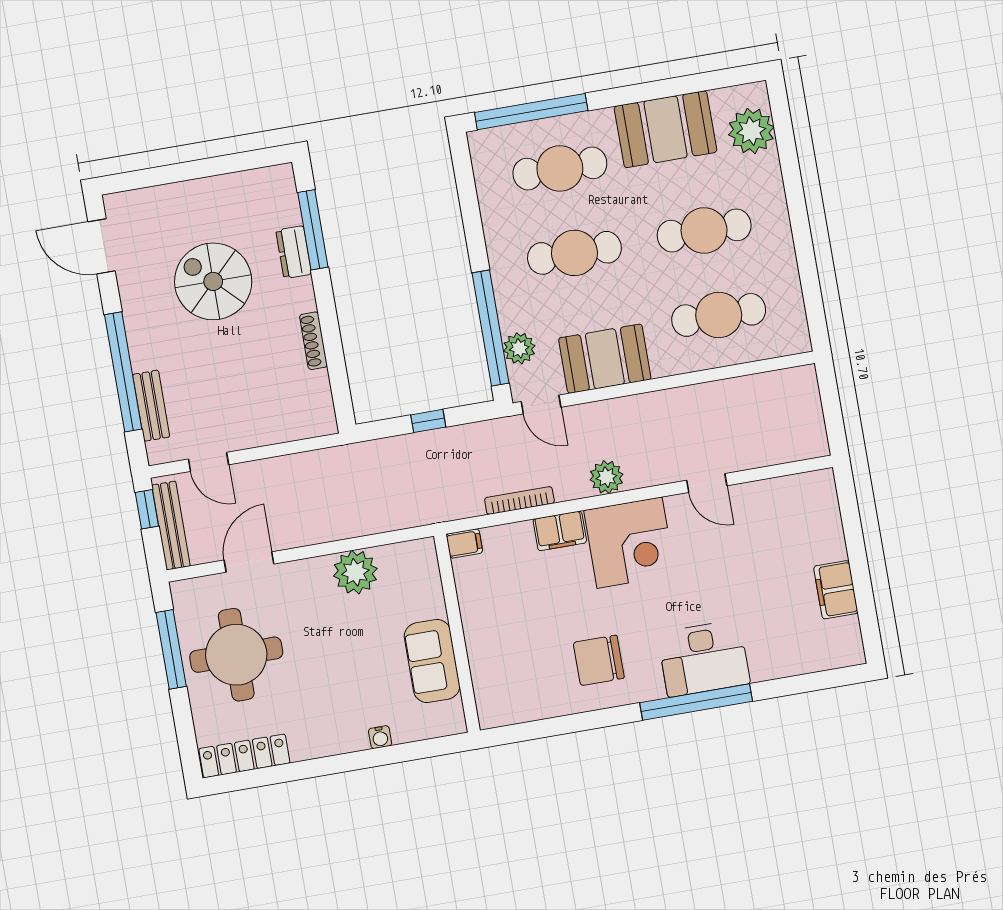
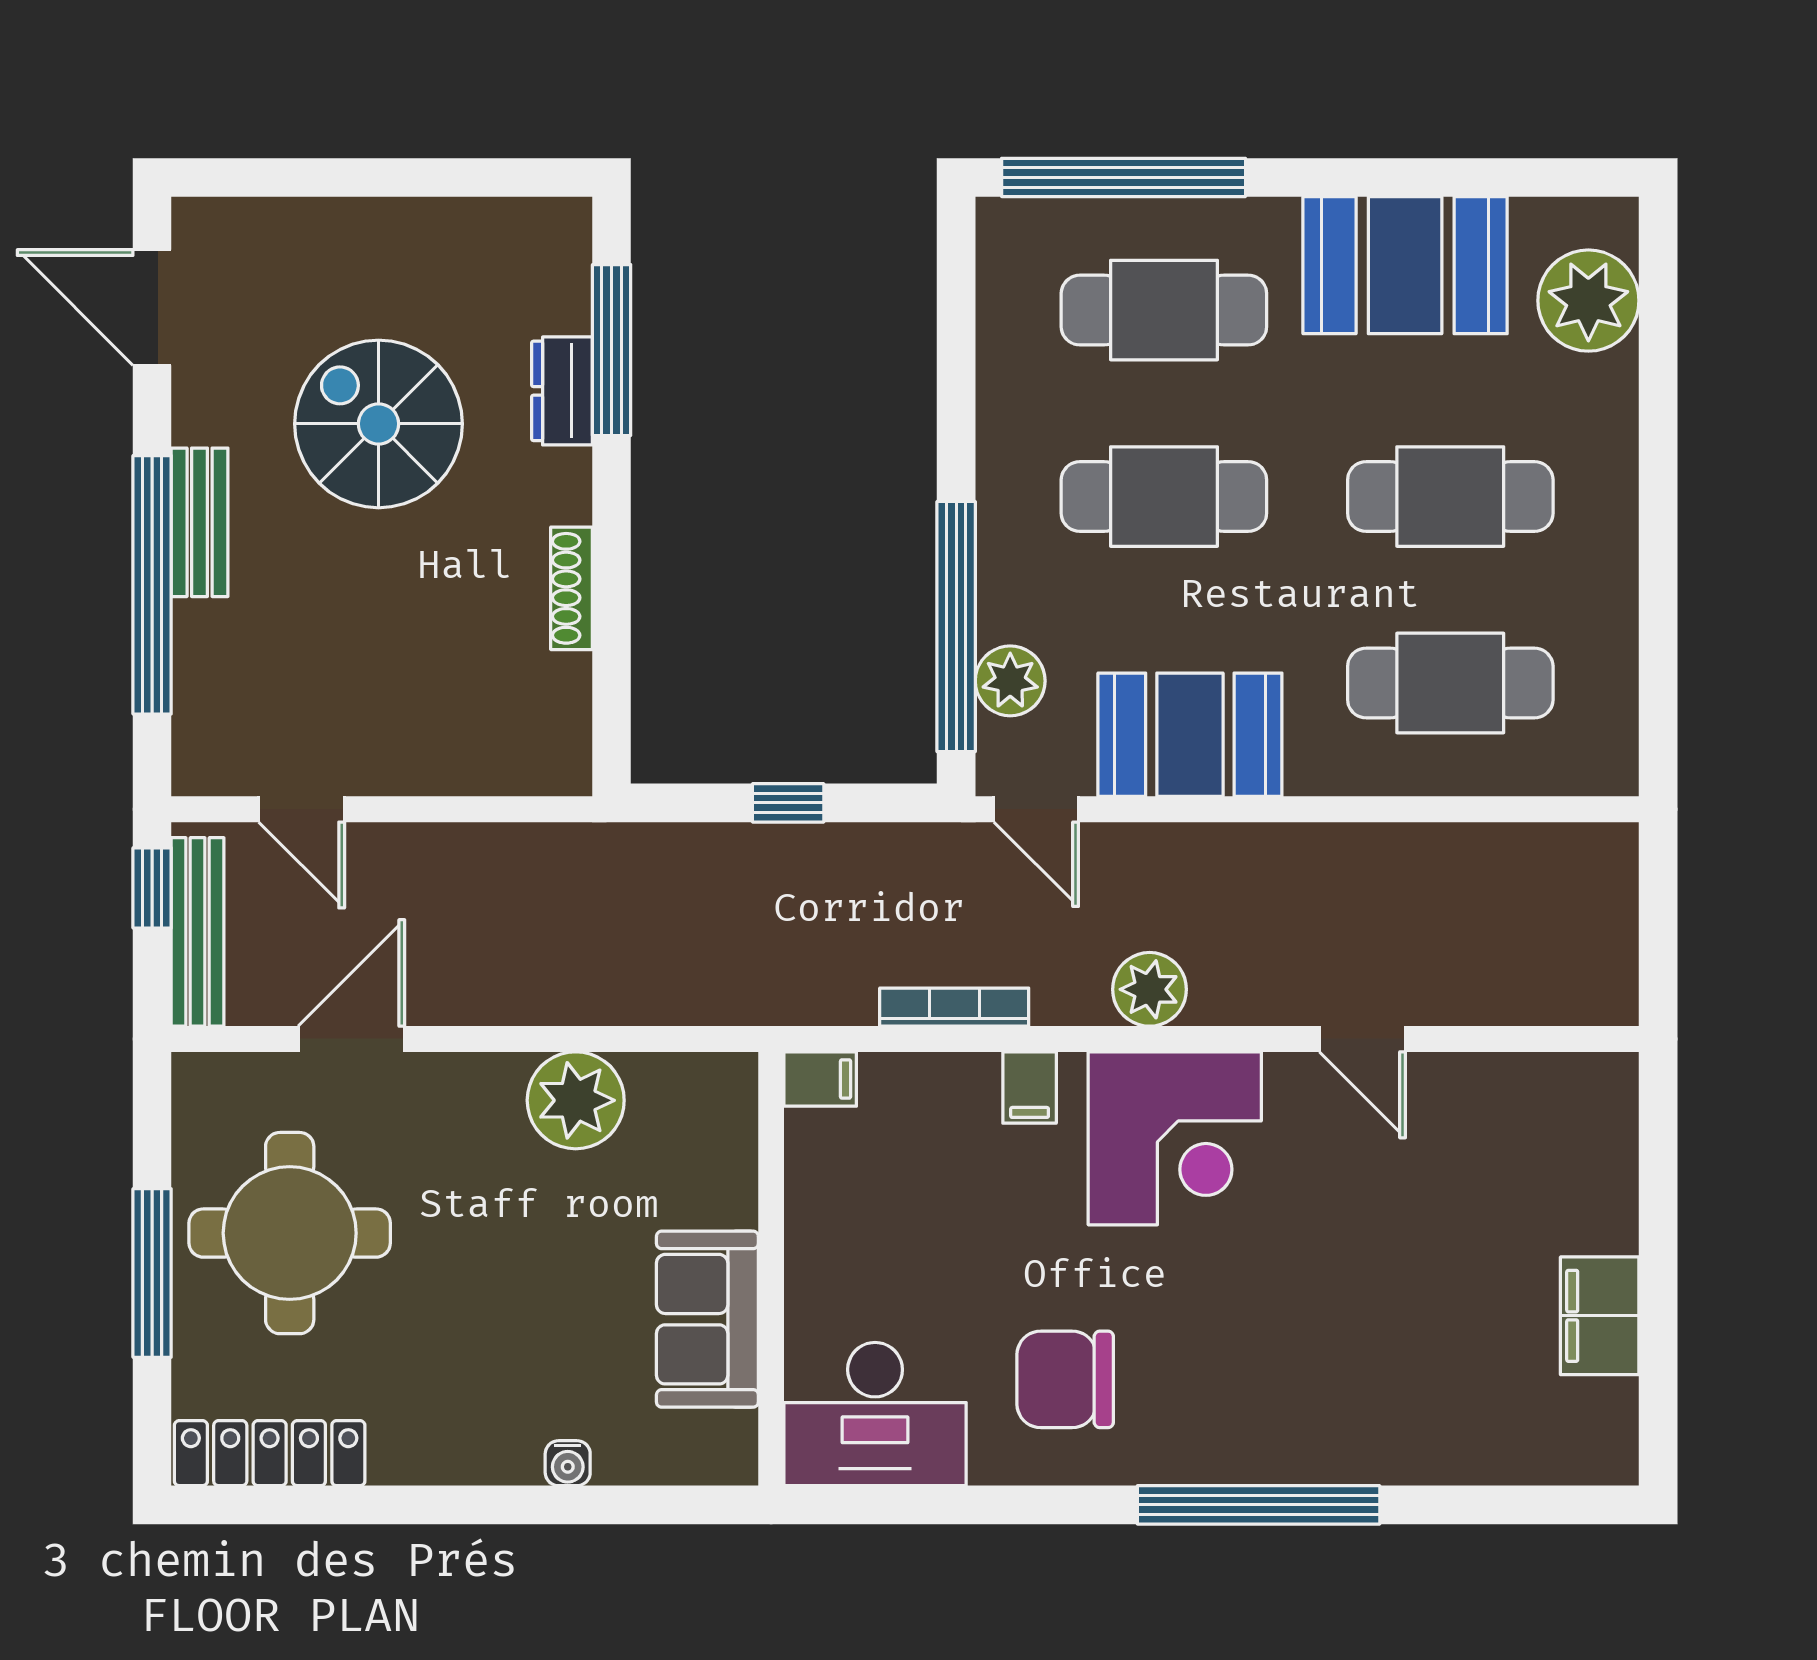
bench: (151, 406) -> (200, 522), moved
filing cabinet: (560, 531) -> (1030, 1087), width x0.50
window: (171, 649) -> (152, 1273), moved
desk: (704, 658) -> (875, 1414), moved

